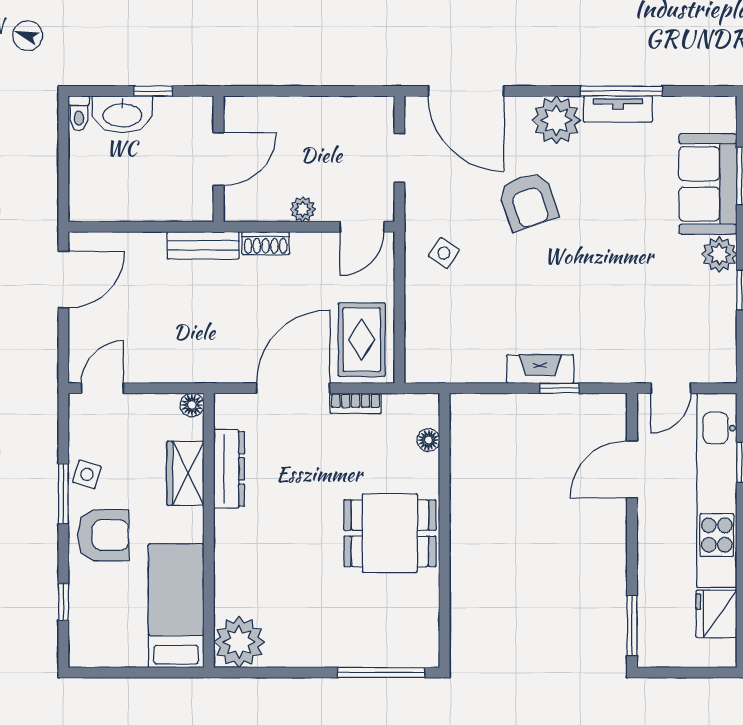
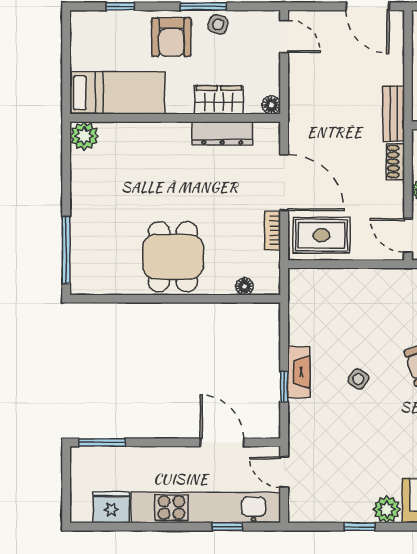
side table: (444, 253) -> (358, 379), moved
plant: (239, 642) -> (84, 136), width x0.73, depth x0.73

